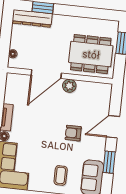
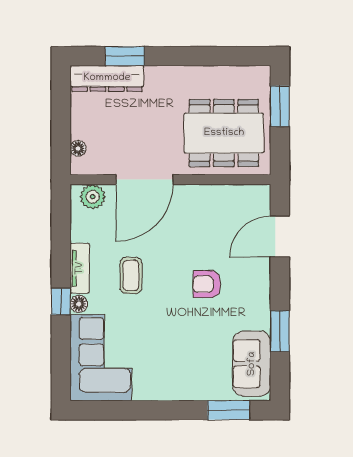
plant: (69, 86) -> (93, 197), moved
door: (113, 127) -> (280, 236), moved
coffee table: (61, 175) -> (131, 275), moved

